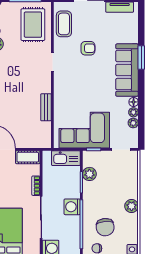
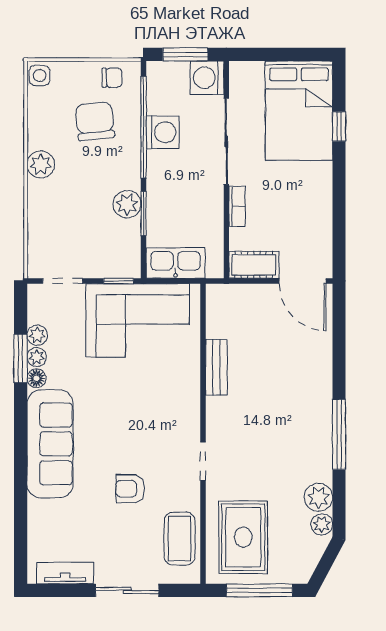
window: (141, 57) -> (21, 358), moved
plant: (89, 174) -> (127, 204), moved
washing machine: (72, 207) -> (163, 132), moved

